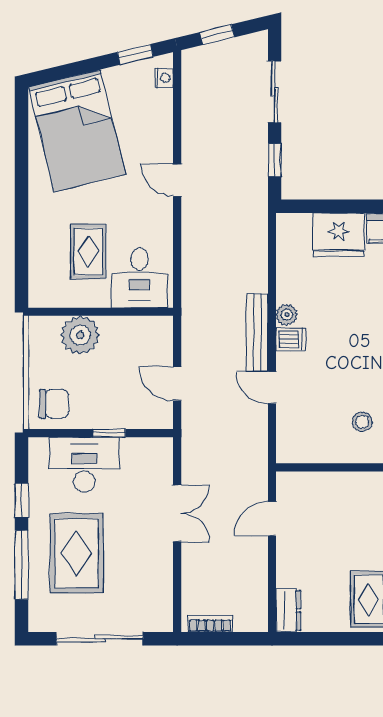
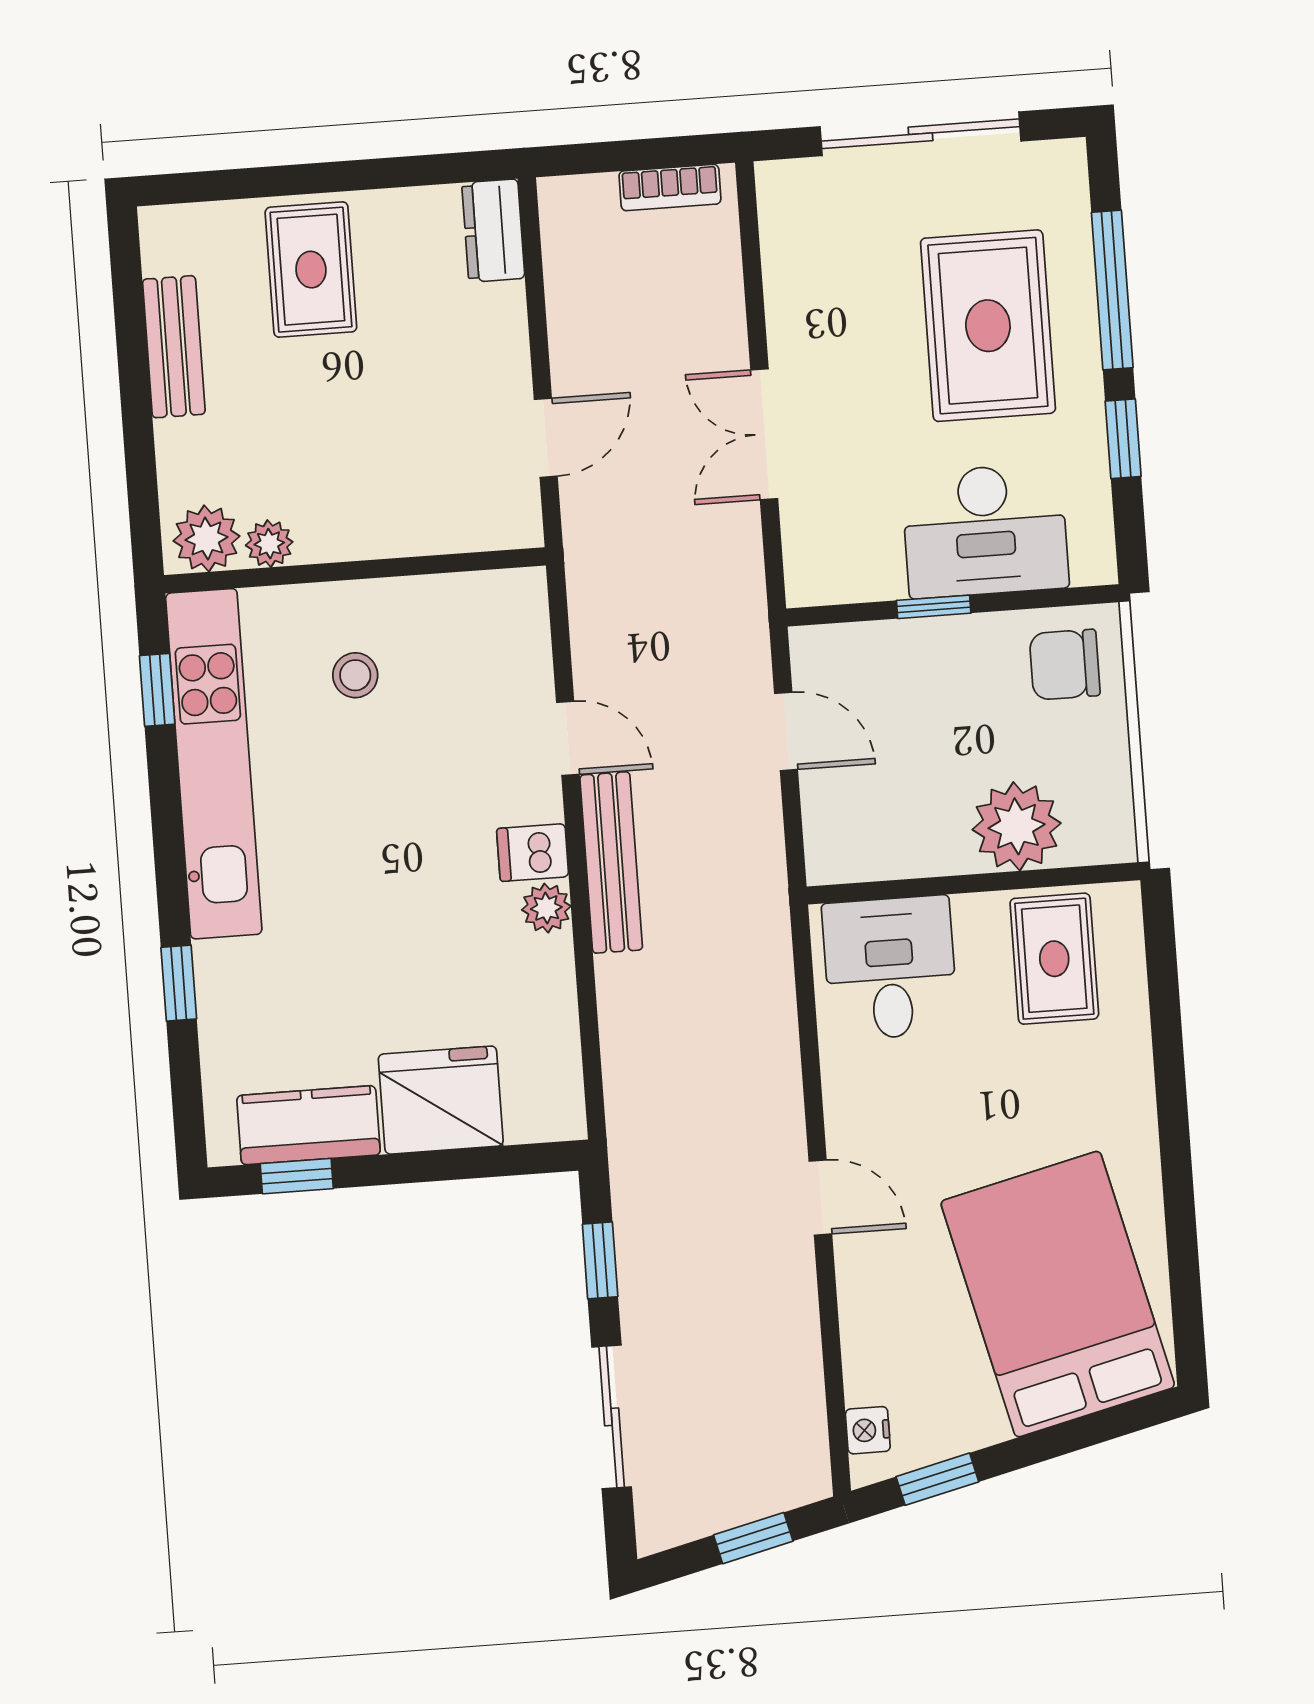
rug: (88, 252) -> (1054, 959), moved

